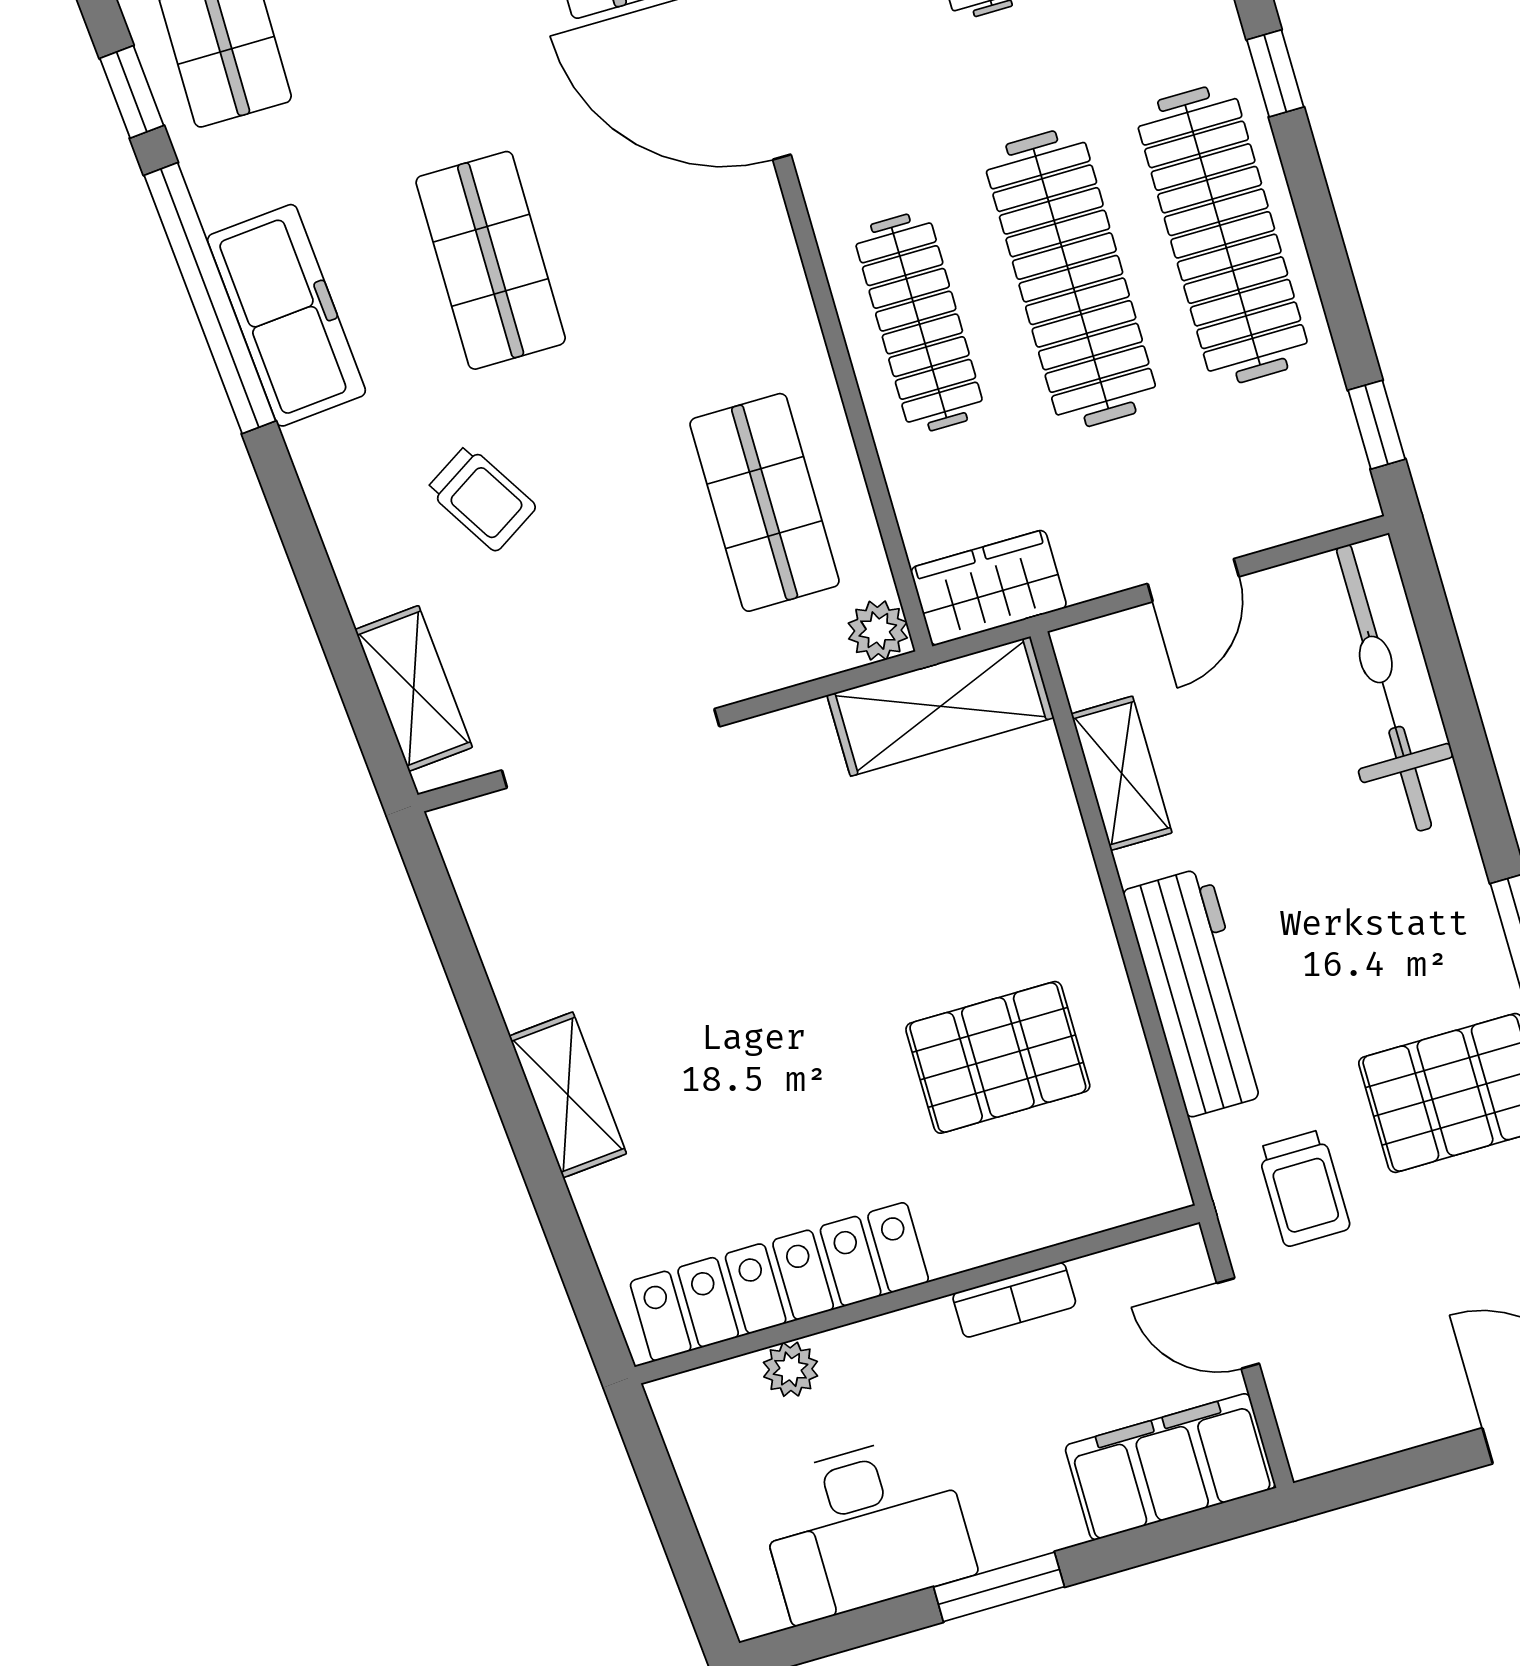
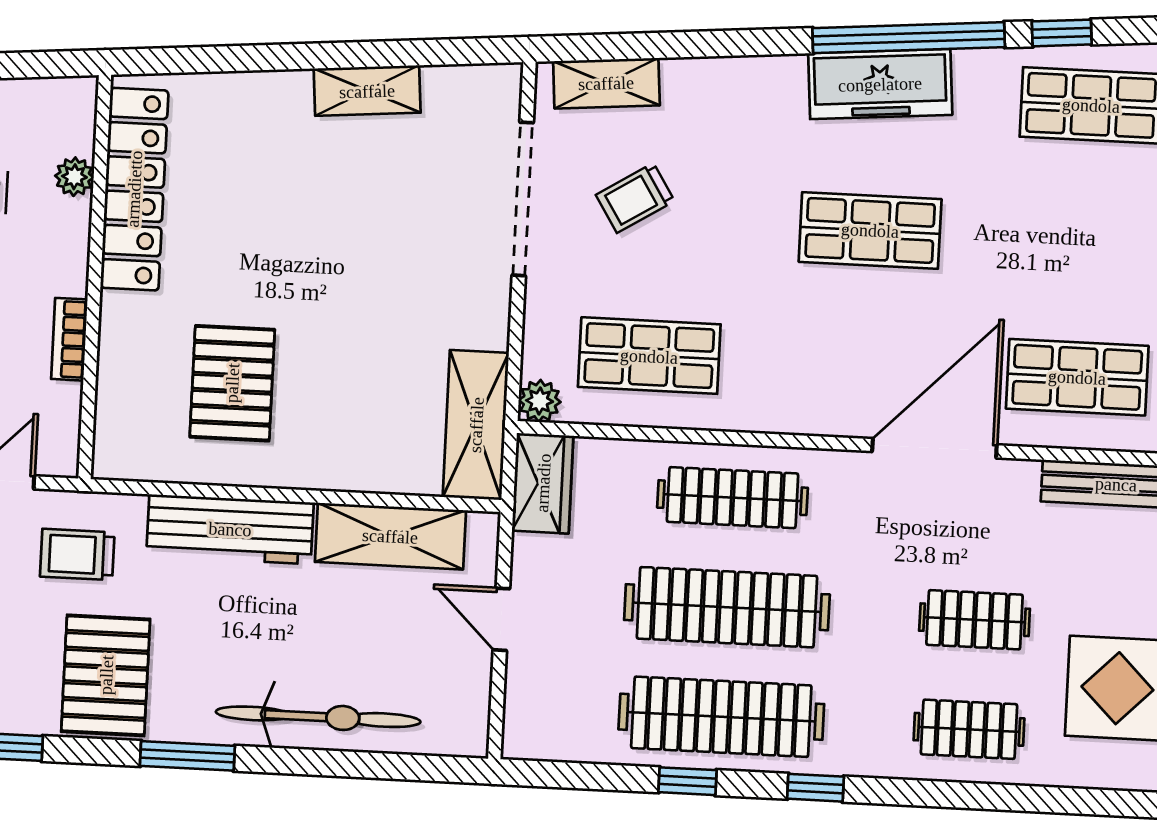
window: (1377, 425) -> (687, 781), moved
trolley: (481, 498) -> (635, 198), moved
bicycle: (1384, 688) -> (318, 717), moved
shelving: (1122, 773) -> (390, 536), width x1.50, depth x1.33
shelving: (568, 1095) -> (367, 91), moved

